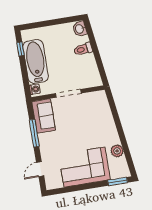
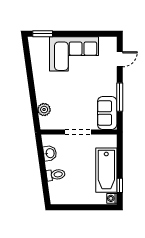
washbasin: (80, 29) -> (50, 153), moved
washing machine: (35, 89) -> (112, 198), moved
plant: (117, 151) -> (44, 110), moved

